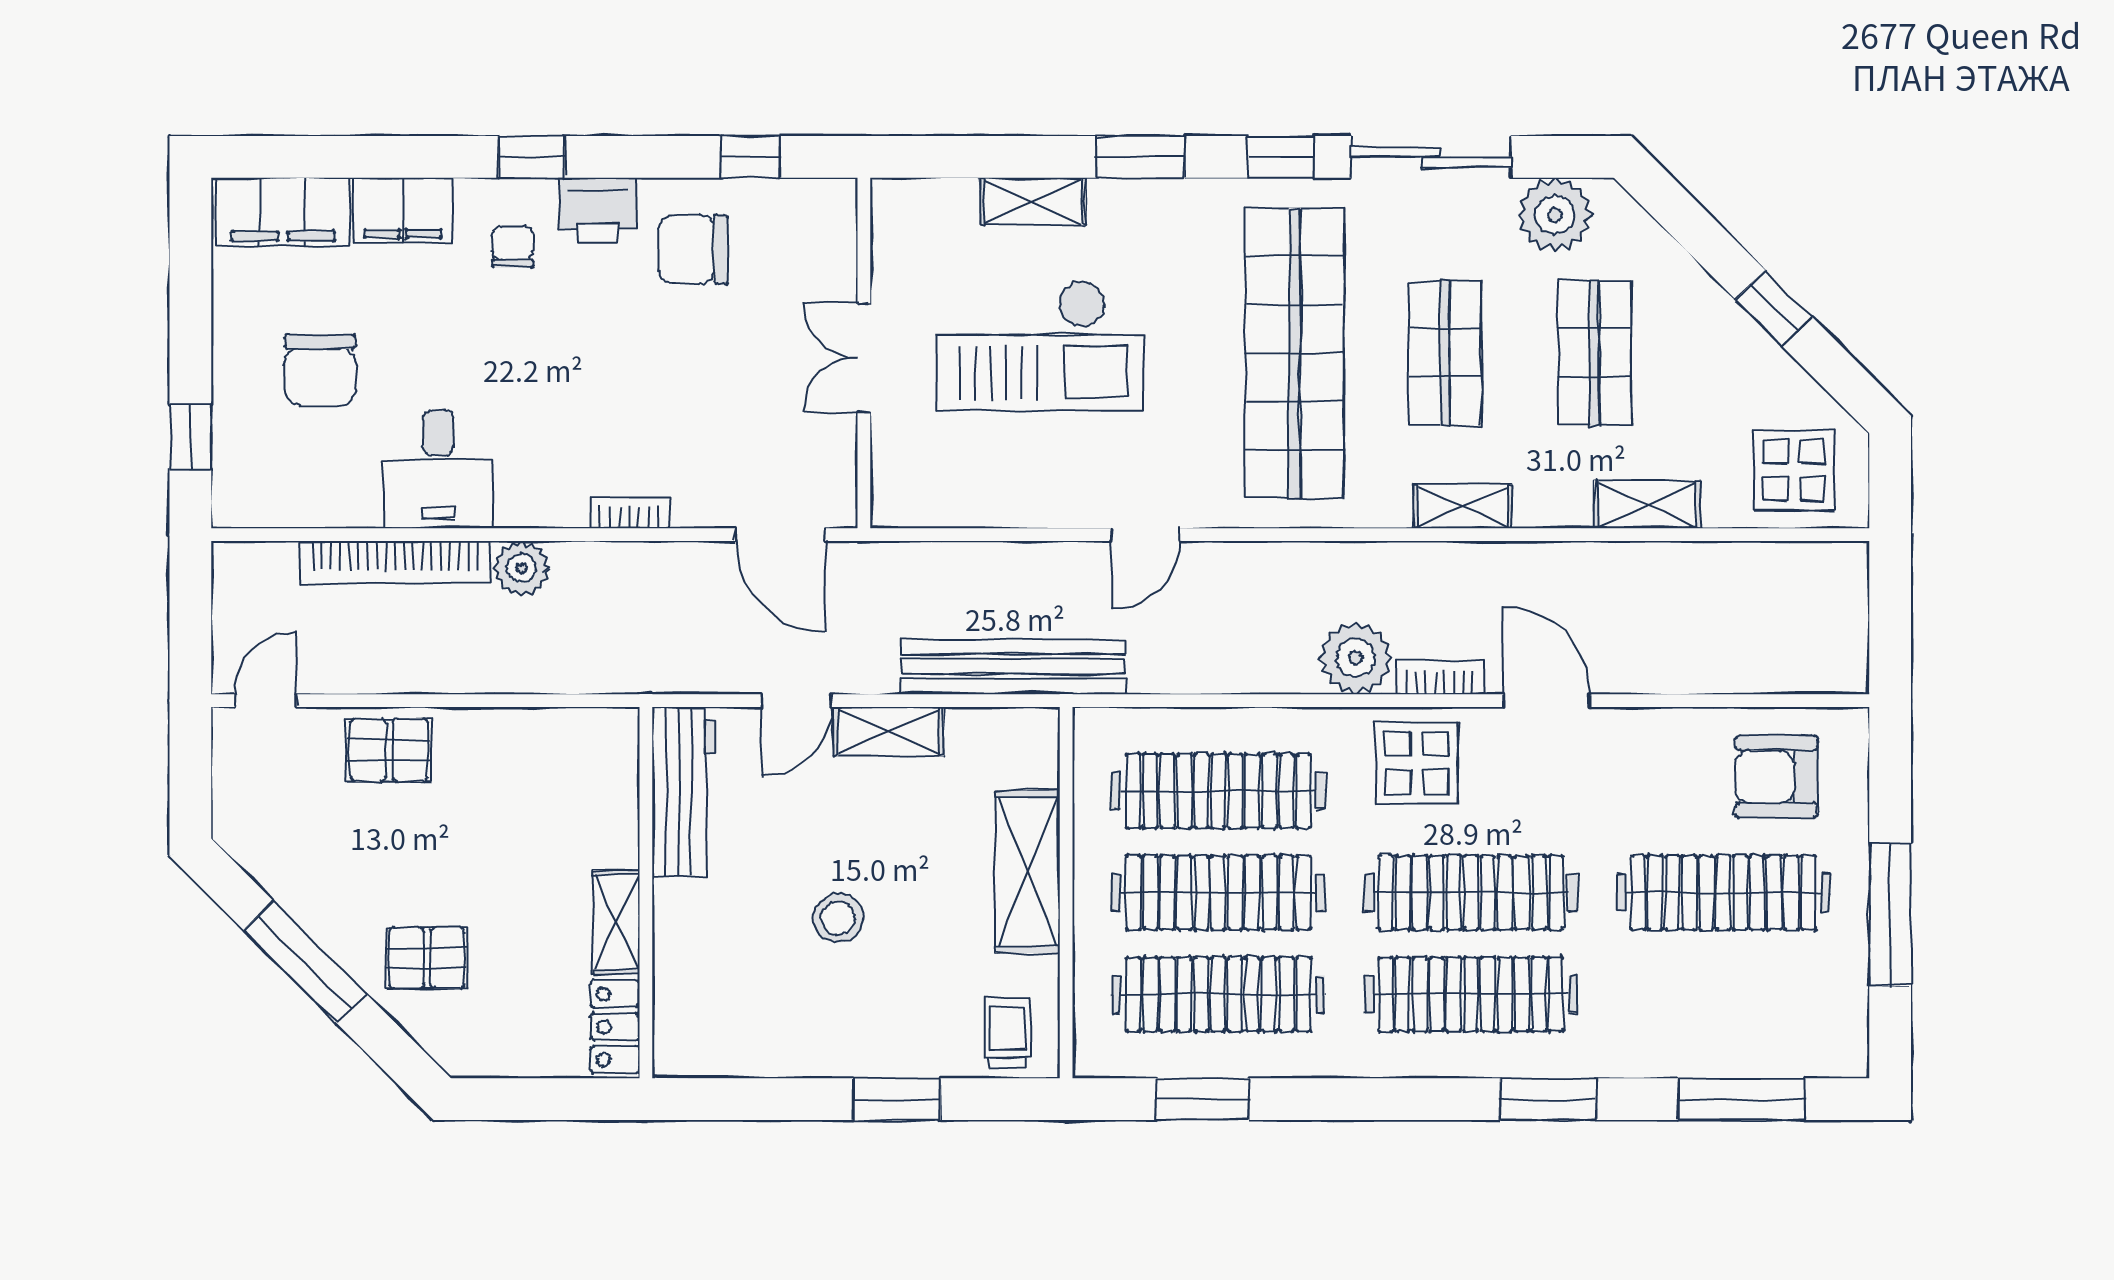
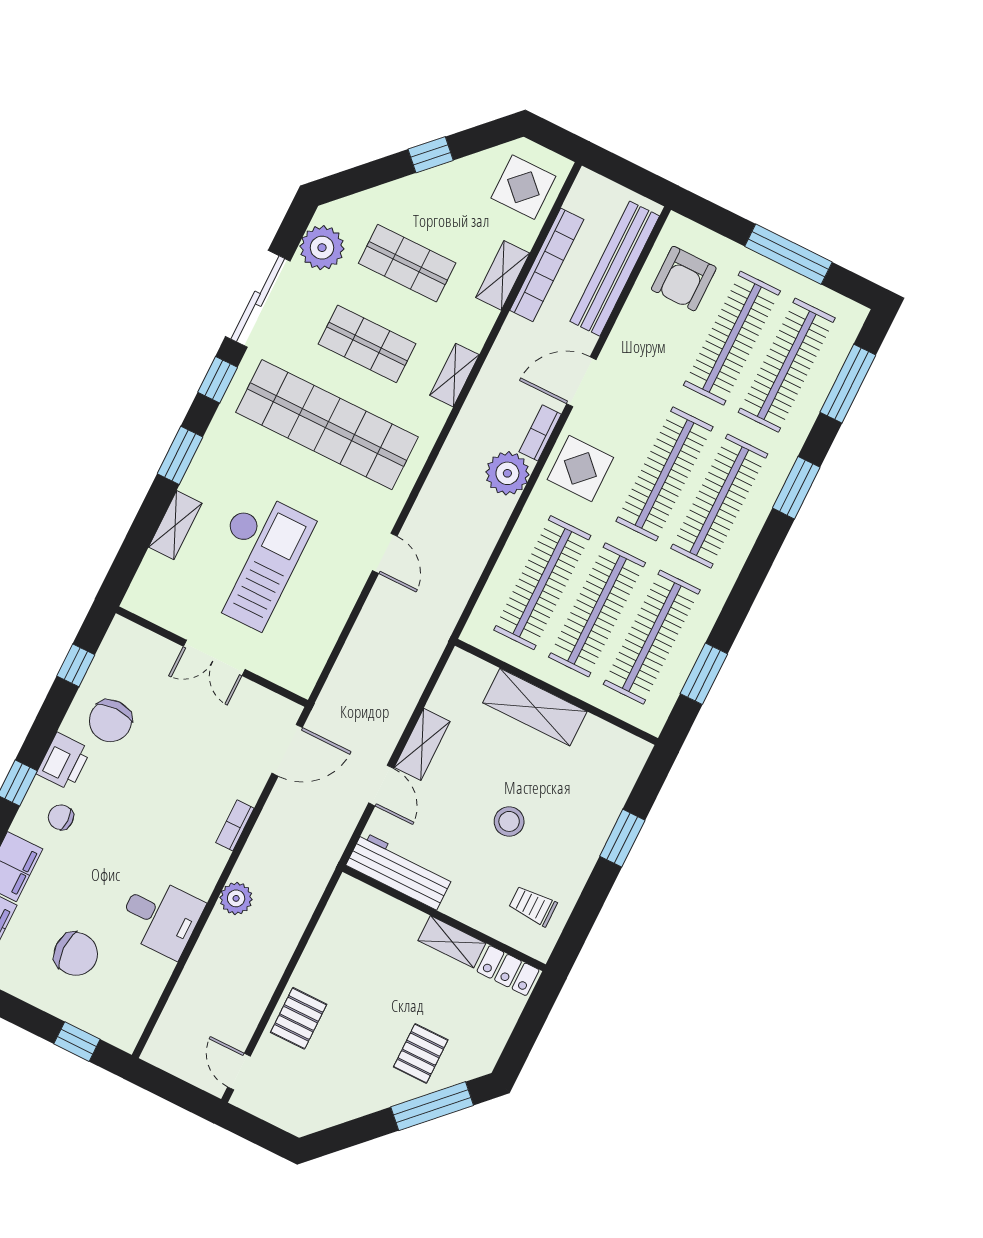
bookcase: (395, 562) -> (547, 265), moved
bench: (1013, 667) -> (615, 269), moved
window: (305, 962) -> (432, 1106), moved
clothes rail: (1723, 994) -> (787, 365), added
trolley: (1007, 1033) -> (533, 906), moved

